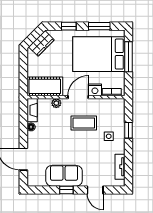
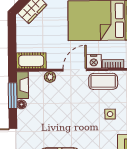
cot: (45, 86) -> (31, 61), width x0.73, depth x0.75
window: (23, 119) -> (13, 96), added
coffee table: (84, 123) -> (103, 81), moved

